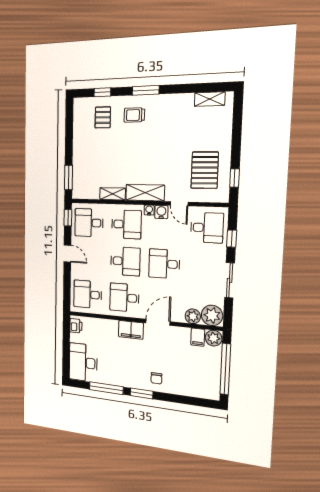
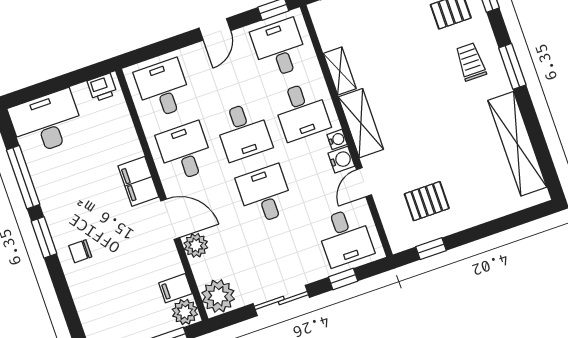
shelving: (210, 99) -> (517, 144), width x2.20, depth x1.33
pallet: (205, 170) -> (427, 201), width x0.67, depth x0.71
plant: (193, 316) -> (196, 245), moved

